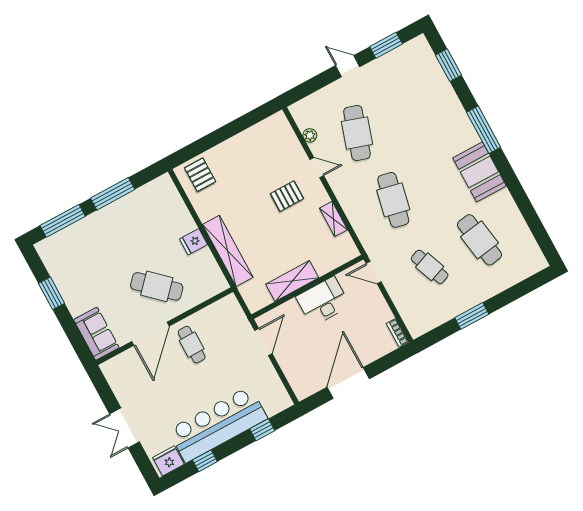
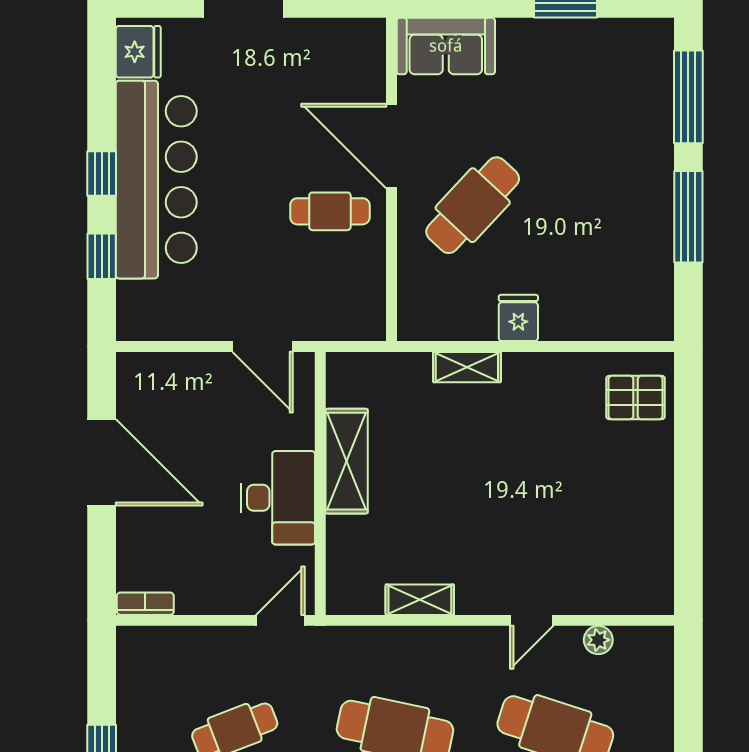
pallet: (287, 196) -> (509, 537), removed
shelving: (228, 251) -> (467, 367), width x0.45, depth x0.75
window: (205, 461) -> (102, 173), moved

